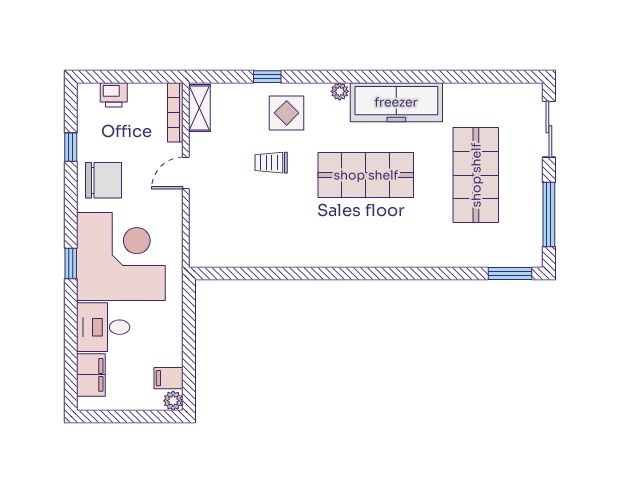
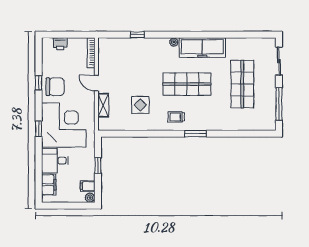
shelving: (199, 108) -> (103, 105), moved
display table: (287, 113) -> (140, 105), moved
window: (71, 147) -> (39, 83), moved
trolley: (271, 163) -> (176, 117), moved
door: (186, 173) -> (96, 83), hinge flipped
window: (510, 273) -> (195, 134), moved
window: (189, 337) -> (98, 165), added

